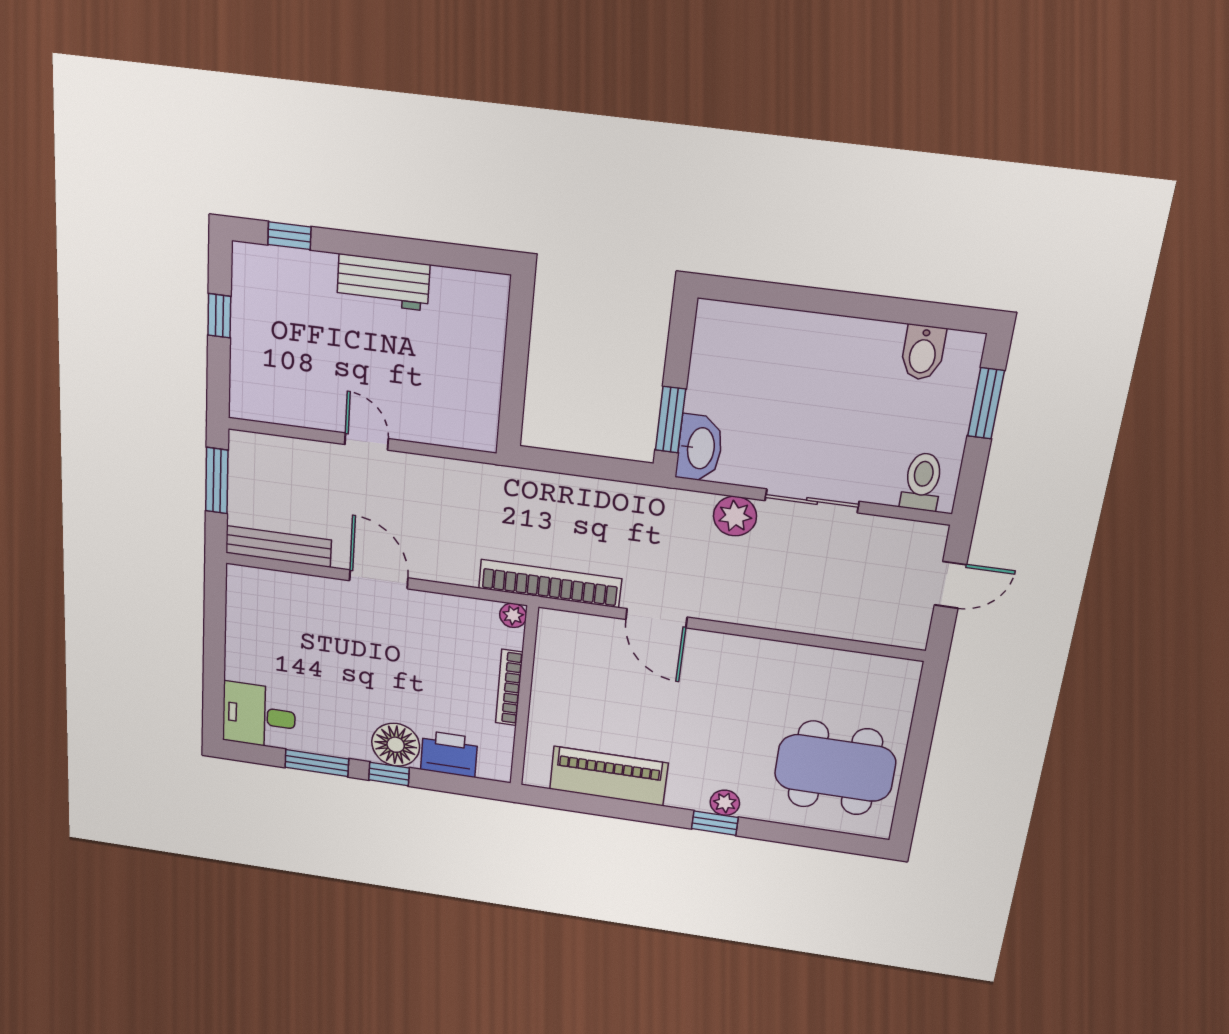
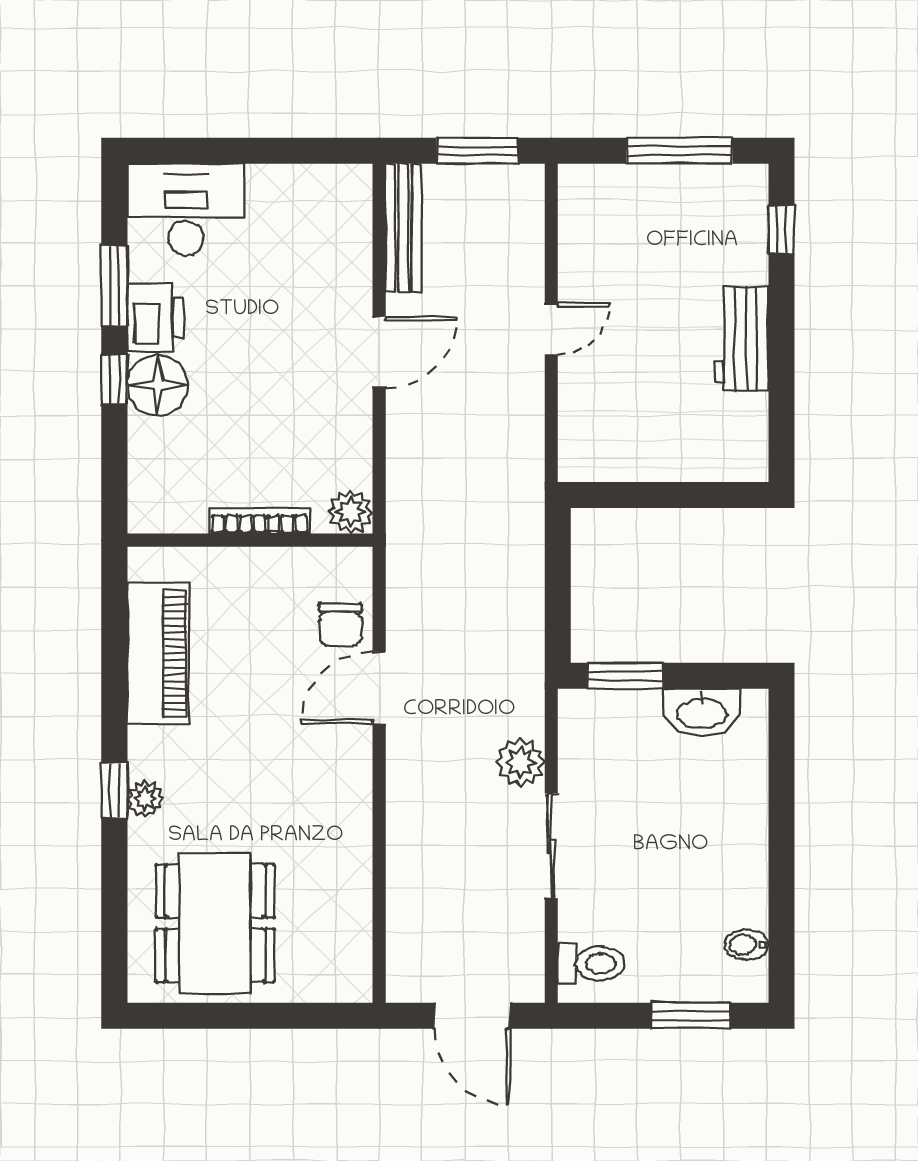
window: (219, 316) -> (679, 151), width x2.17
bidet: (923, 353) -> (746, 945), width x0.72, depth x0.74
washbasin: (700, 448) -> (702, 712), moved
bookcase: (550, 584) -> (405, 558), removed
door: (950, 585) -> (472, 1016), width x1.37
plant: (513, 615) -> (351, 512), width x1.38, depth x1.38
chair: (600, 640) -> (340, 625), added
desk: (259, 716) -> (186, 210), width x1.37
printer: (449, 754) -> (156, 317), moved

